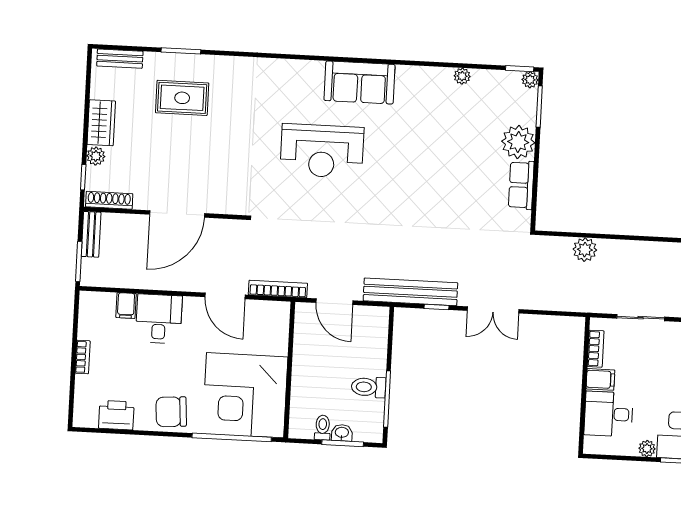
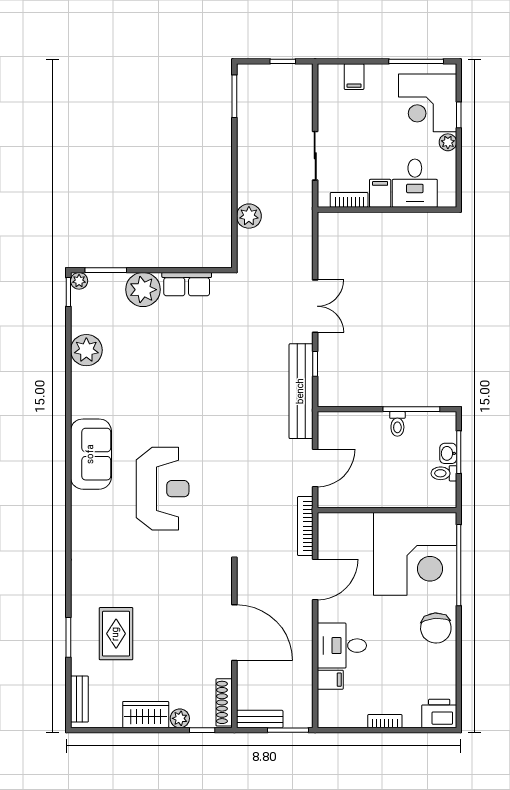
plant: (462, 76) -> (86, 350), width x1.87, depth x1.87
toilet: (369, 387) -> (397, 424), width x0.73, depth x0.72
printer: (116, 415) -> (439, 713), moved, turned 90

